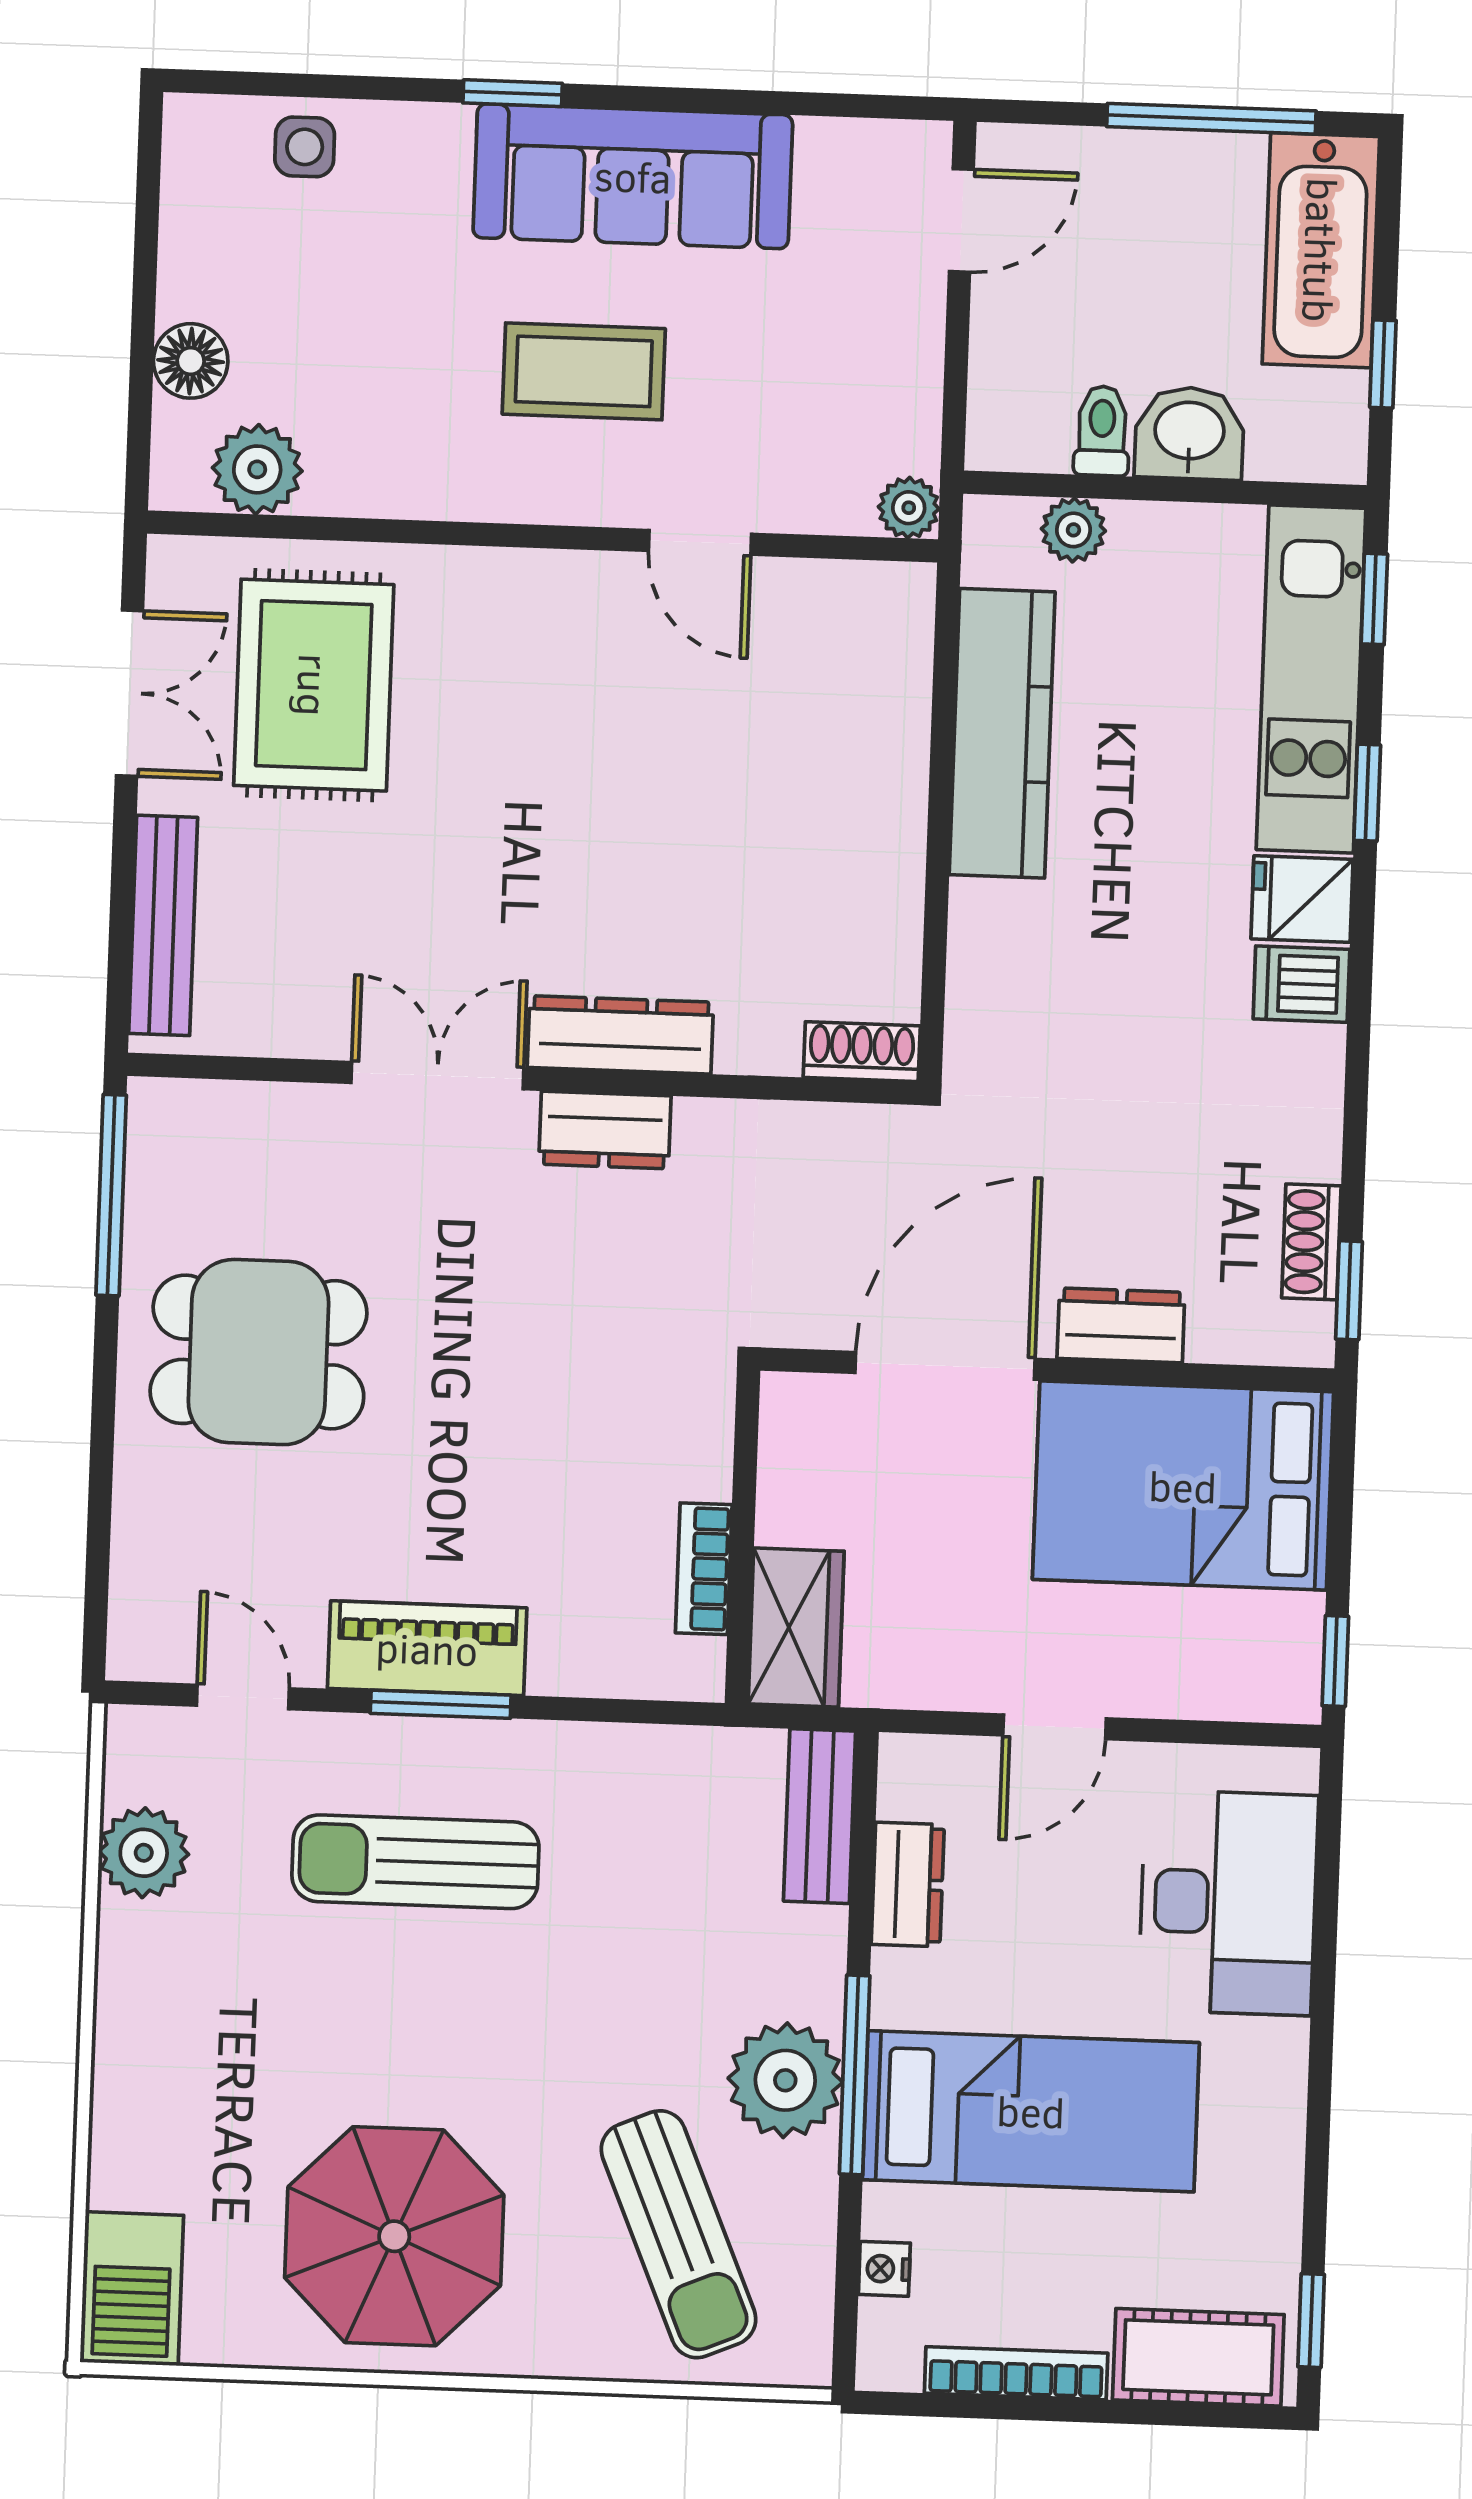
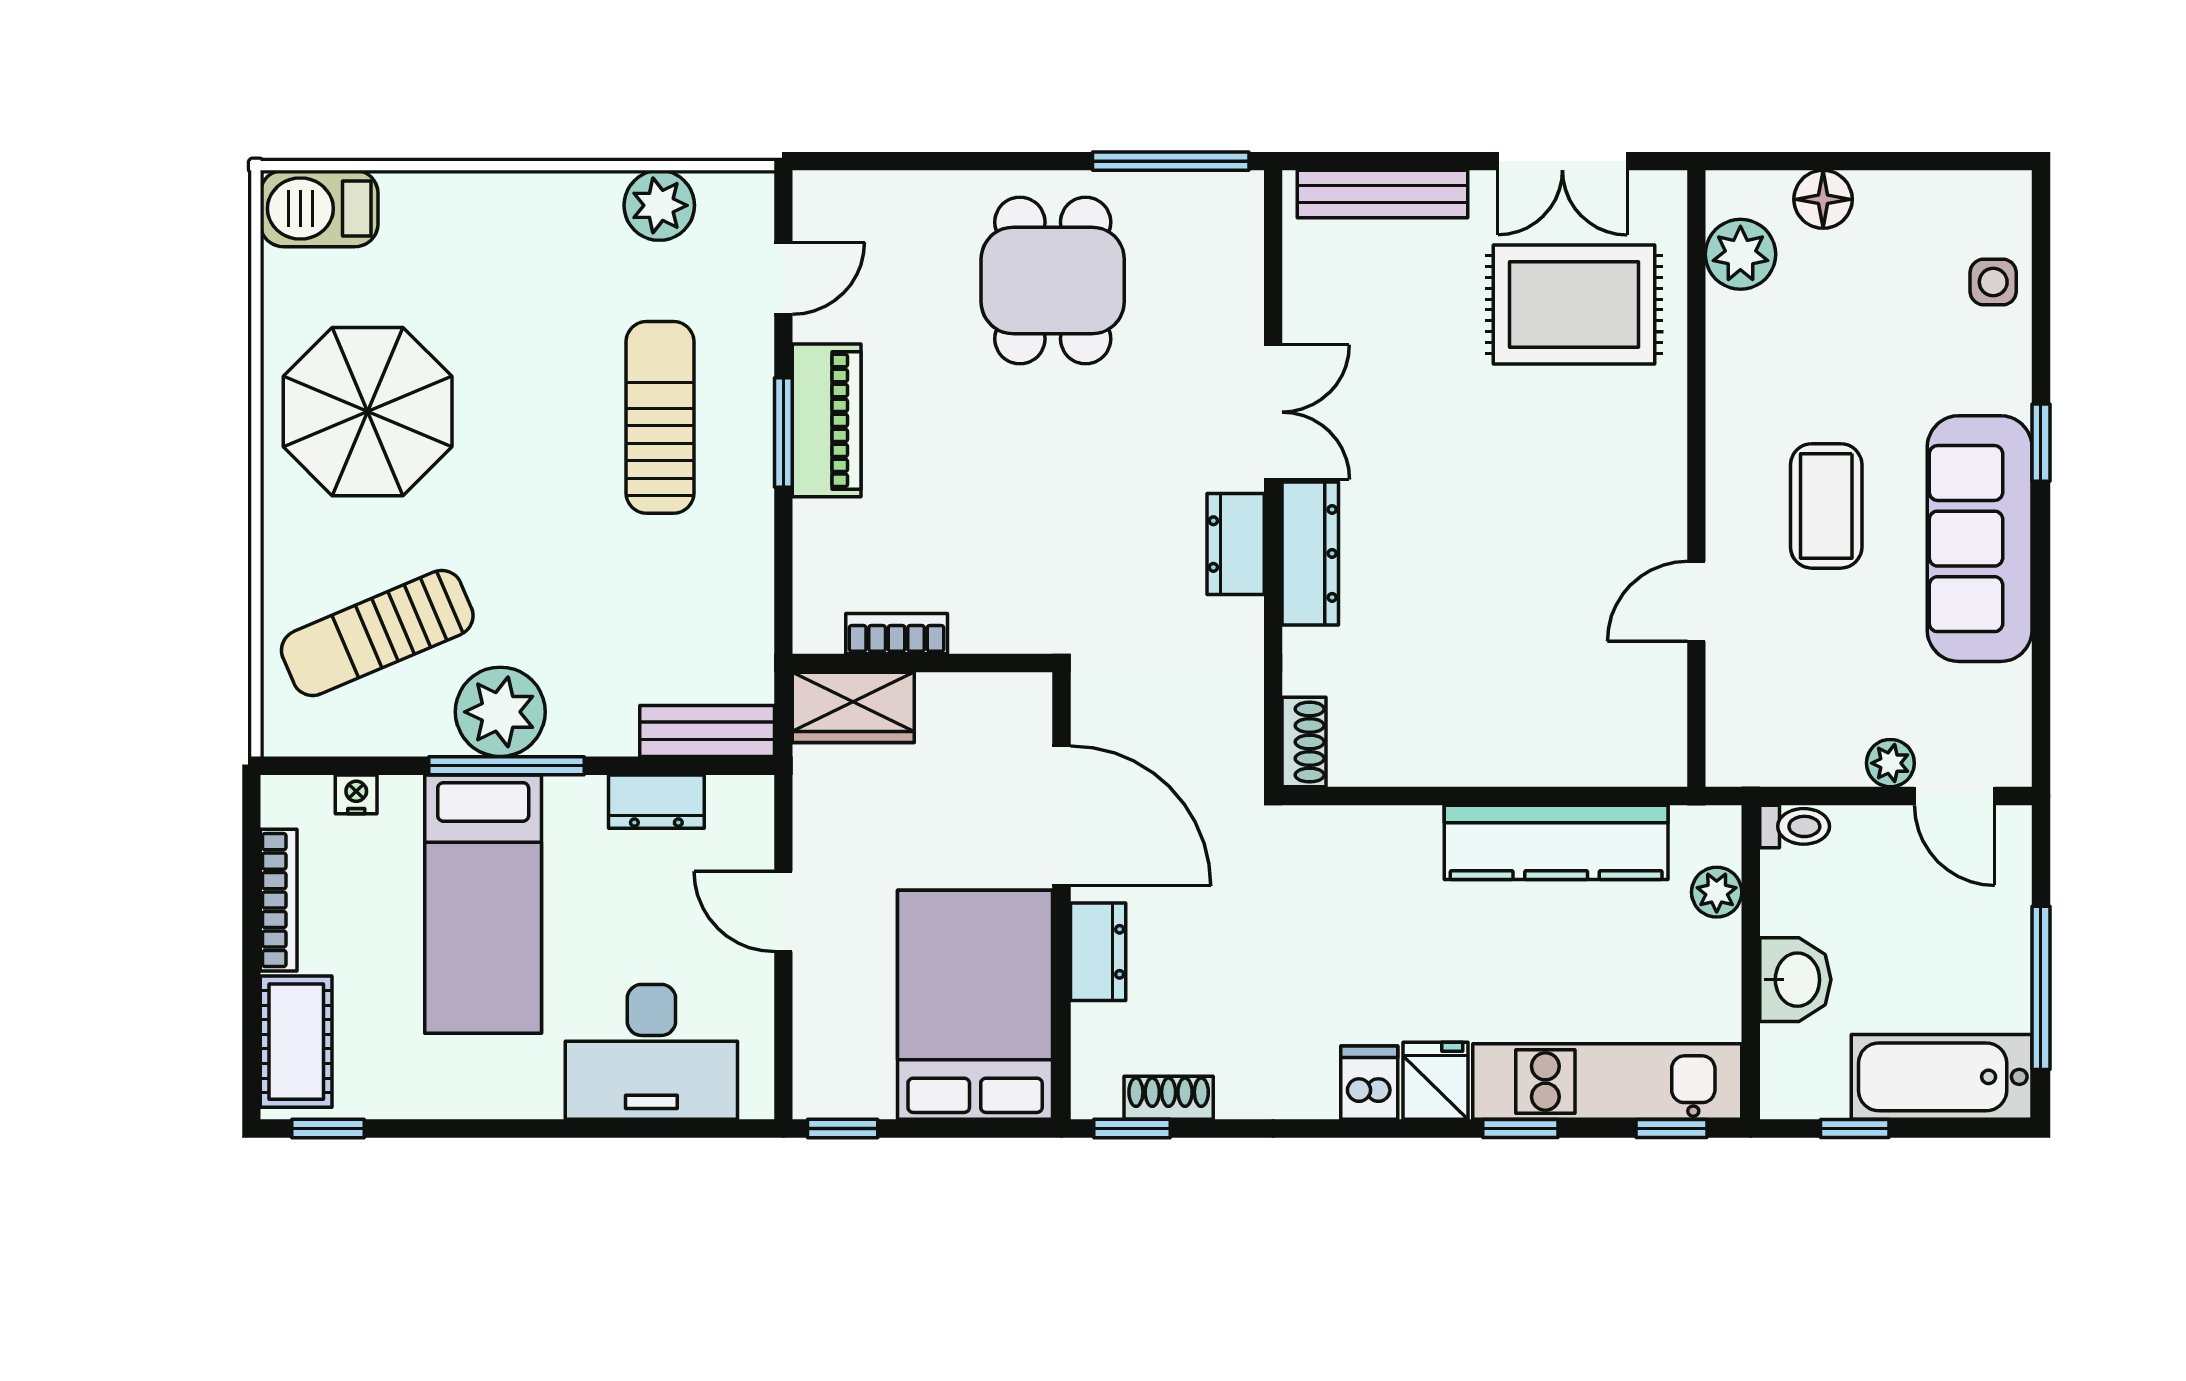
toilet: (1102, 431) -> (1795, 826), moved
plant: (909, 508) -> (1890, 763), moved

